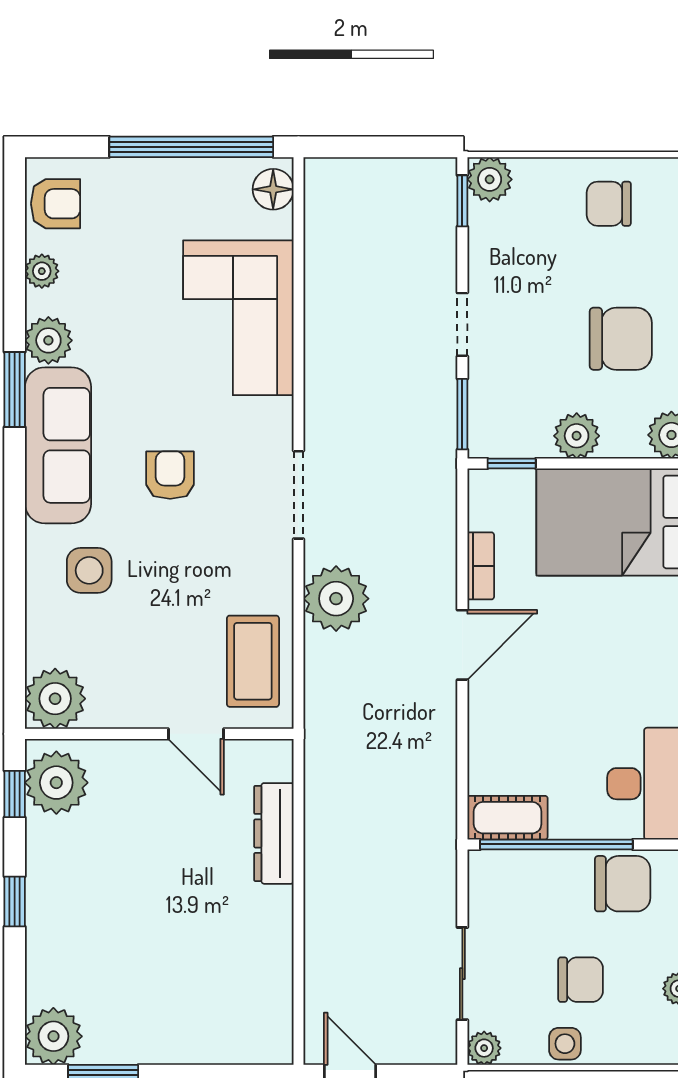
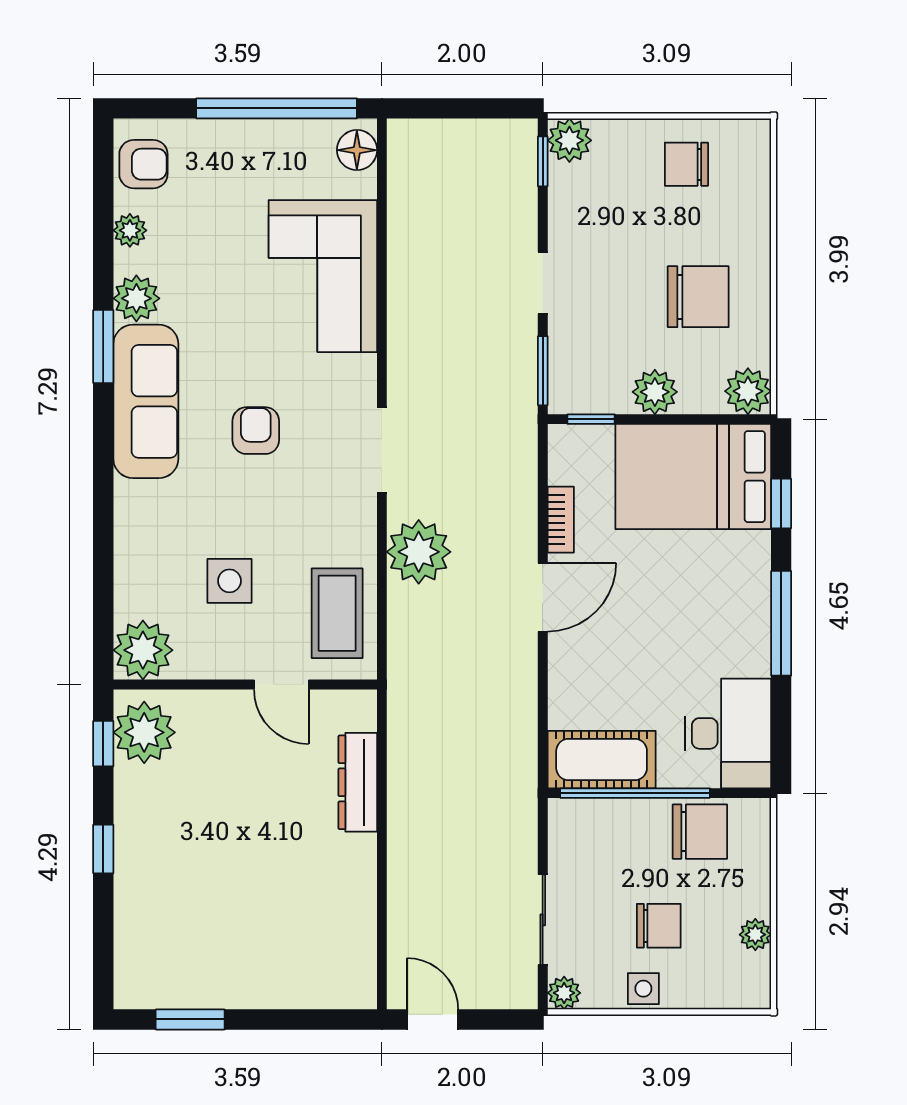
side table: (89, 570) -> (229, 581), moved
cot: (508, 818) -> (602, 760), width x1.37, depth x1.34
plant: (53, 1036) -> (141, 981), removed

